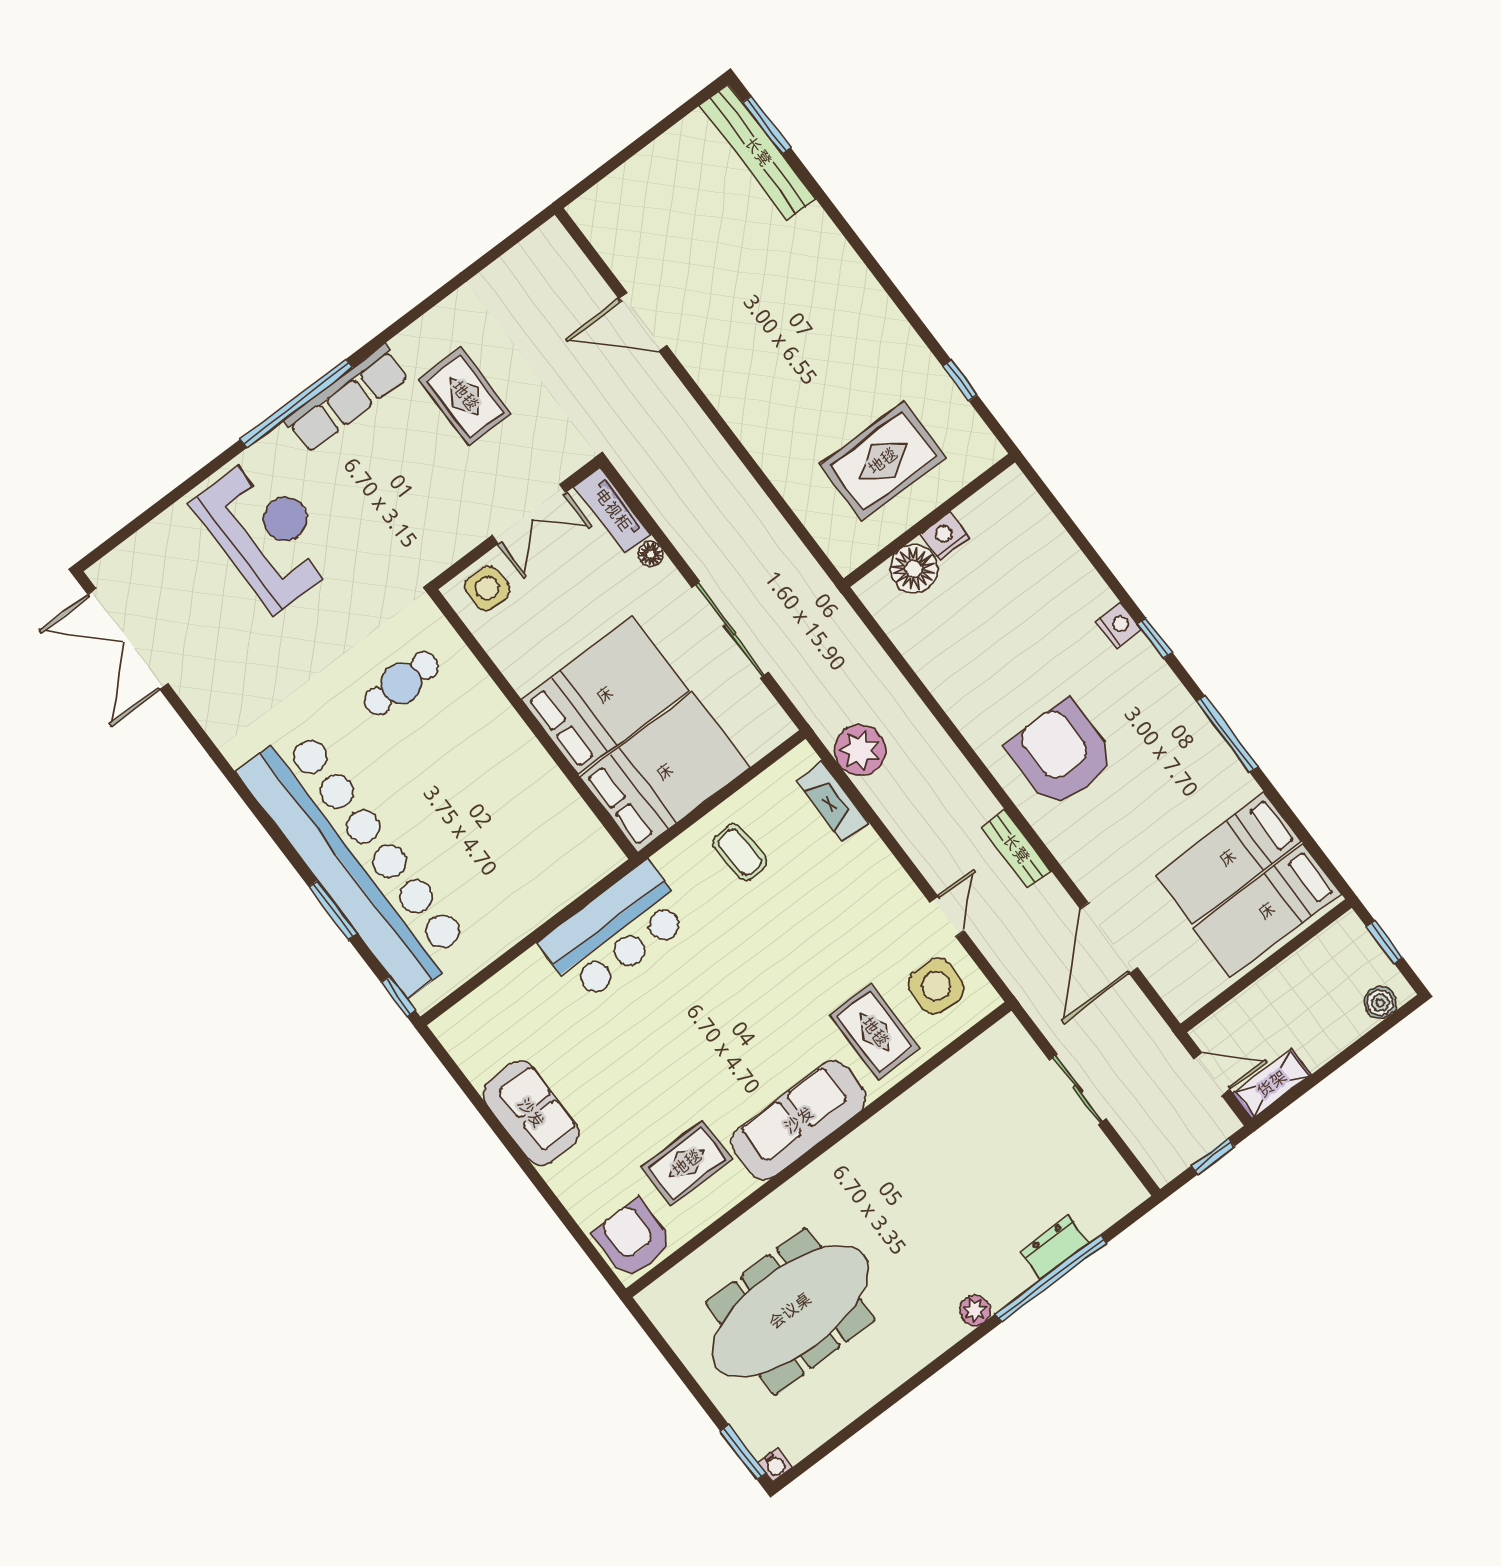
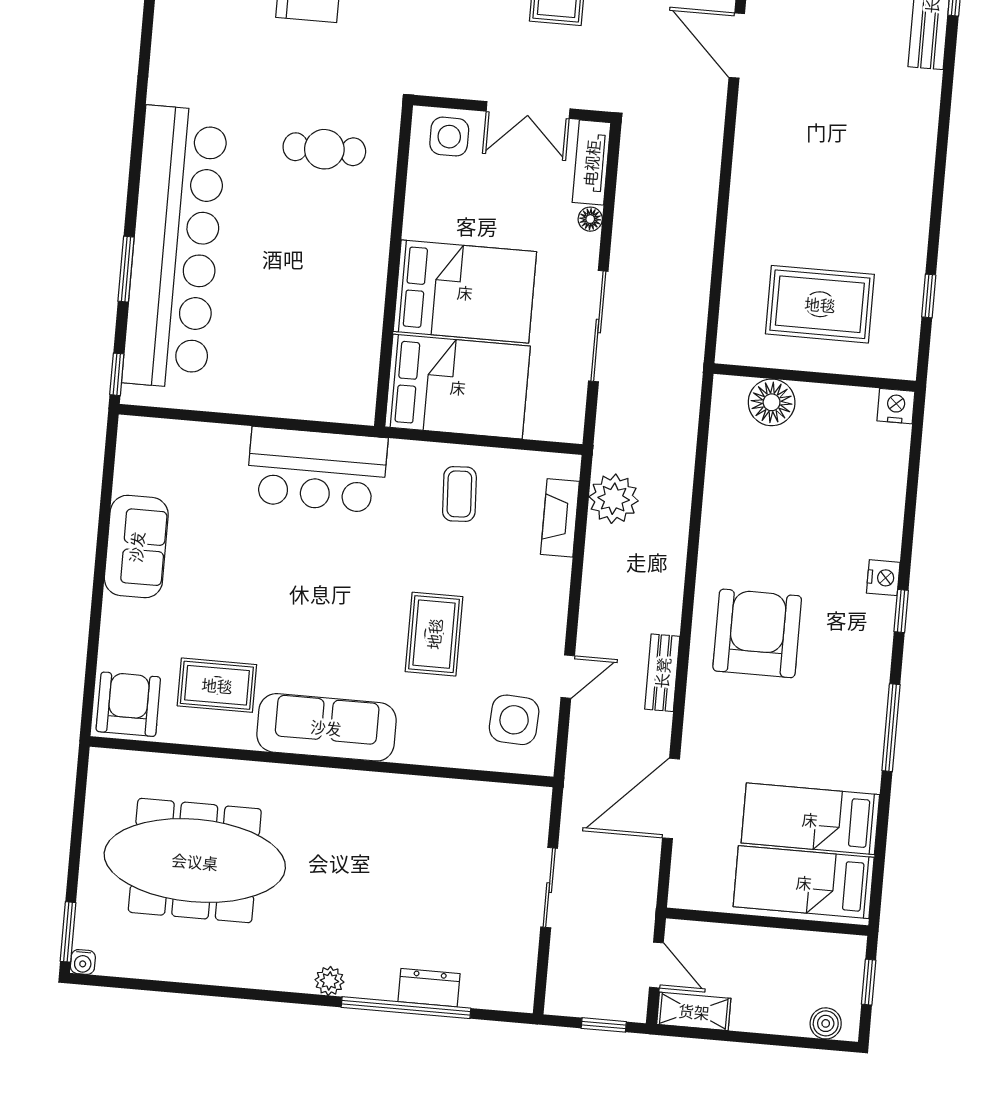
nightstand: (945, 536) -> (896, 406), moved
rug: (875, 1032) -> (434, 634), moved

